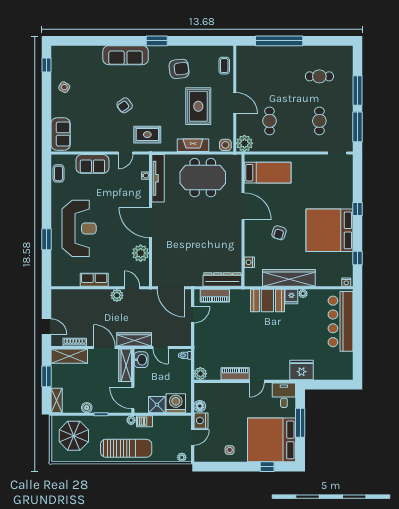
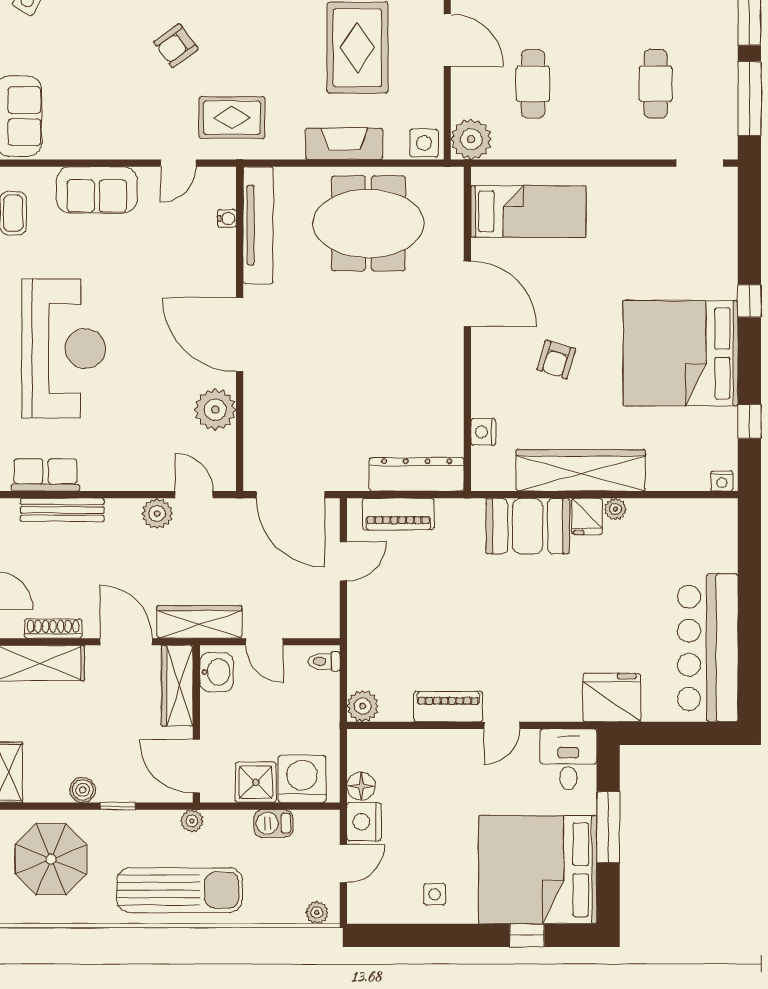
row of seats: (94, 280) -> (45, 475), moved
bench: (78, 294) -> (62, 510), added
bar counter: (341, 321) -> (708, 648), moved
barbecue: (144, 421) -> (273, 823), moved

